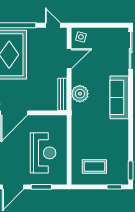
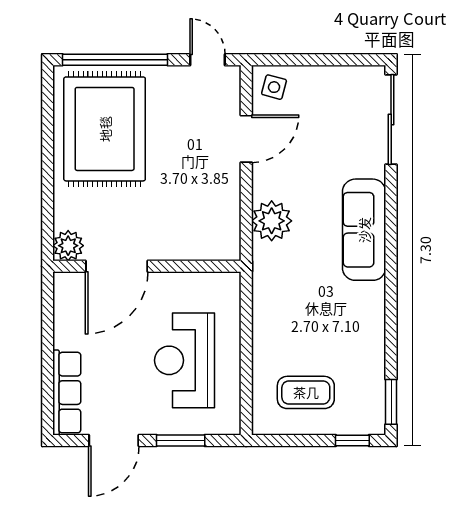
bench: (62, 94) -> (230, 223), removed
reception desk: (43, 153) -> (185, 360), turned 180

